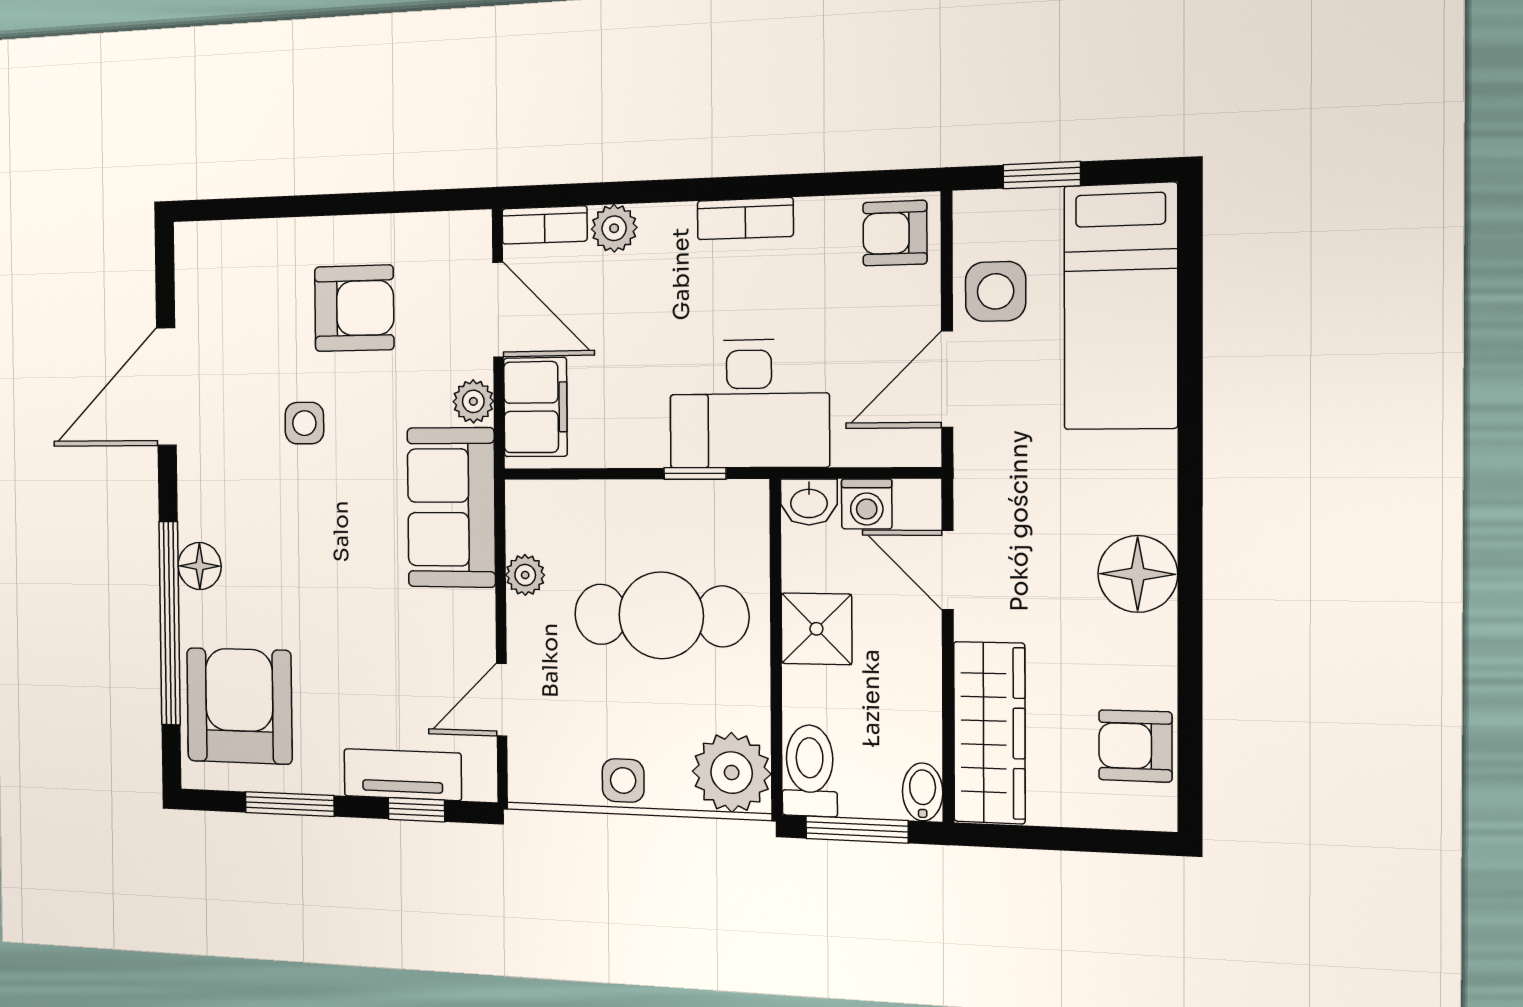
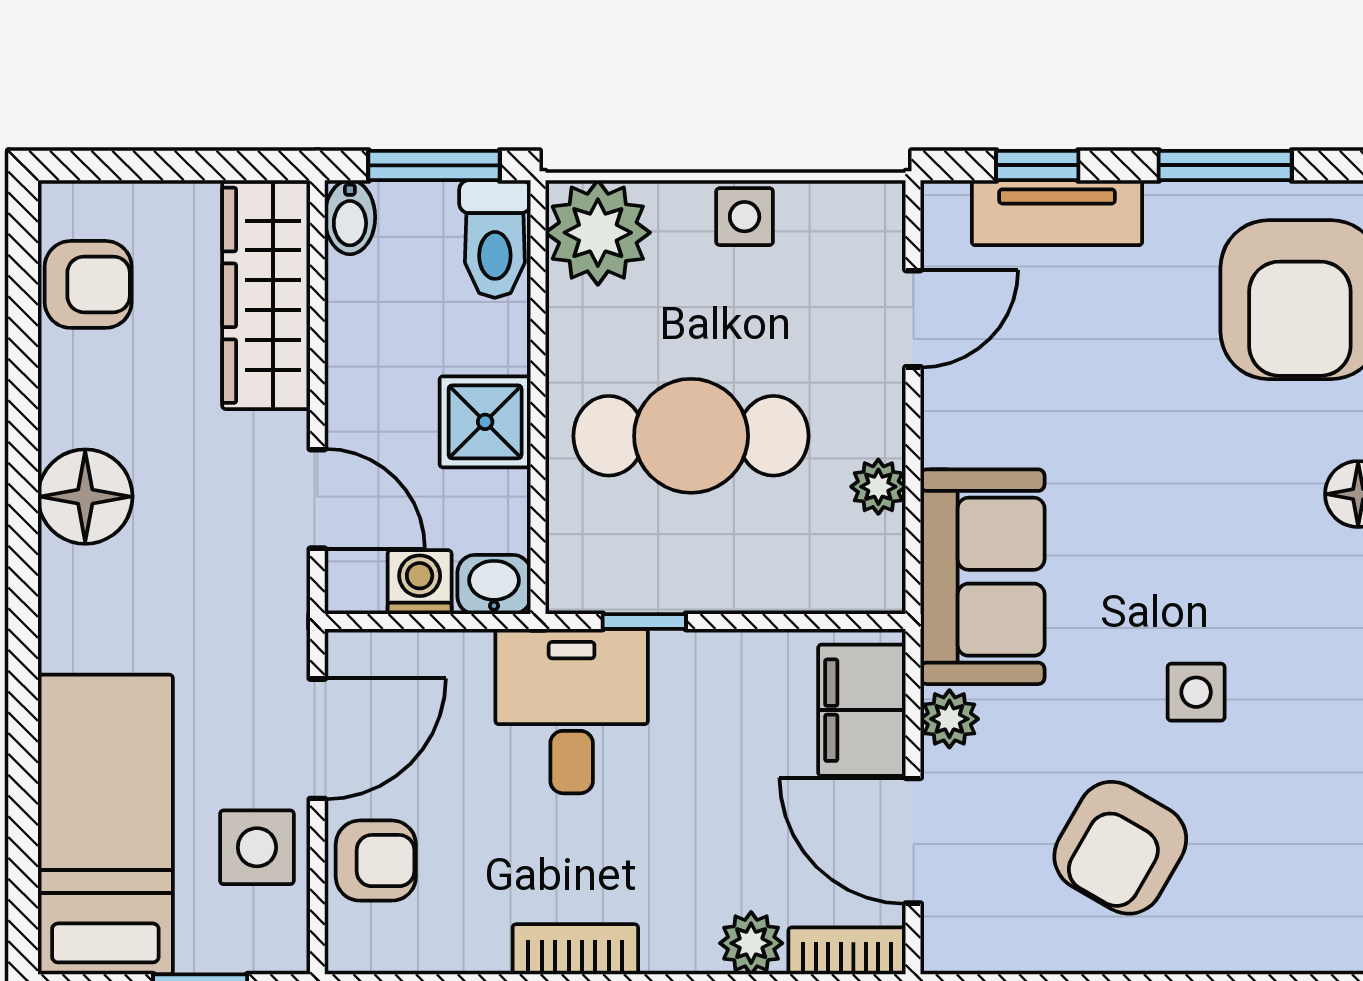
armchair: (895, 233) -> (376, 861), moved
armchair: (354, 308) -> (1120, 848), turned -60
desk: (749, 404) -> (572, 711), width x0.73

